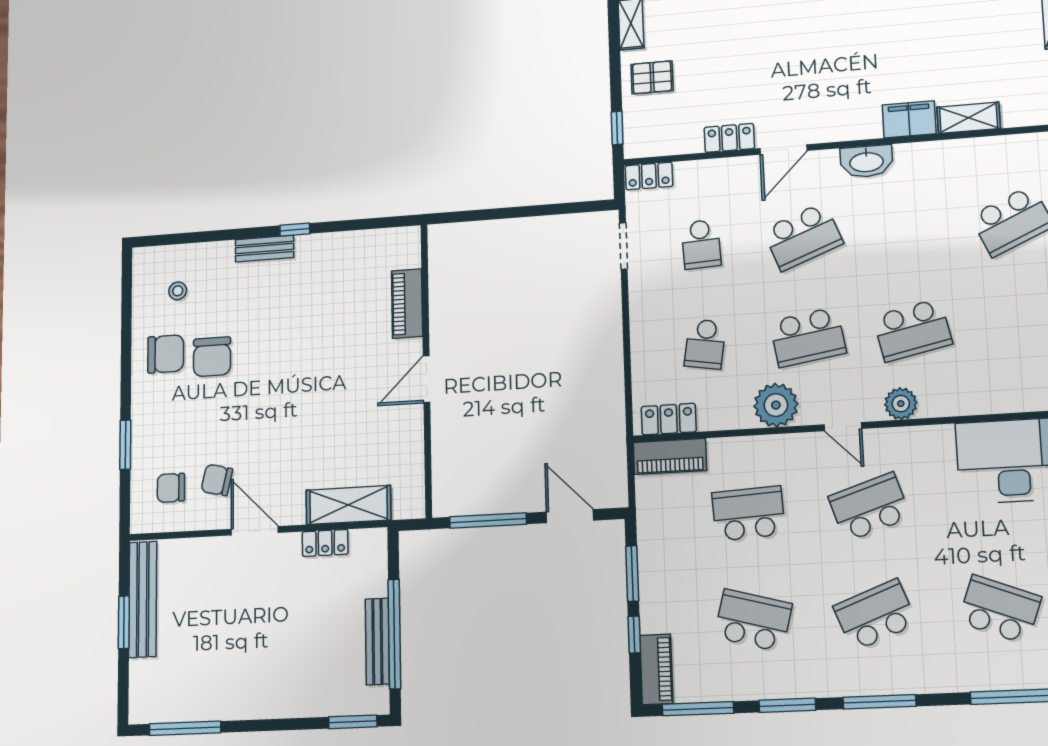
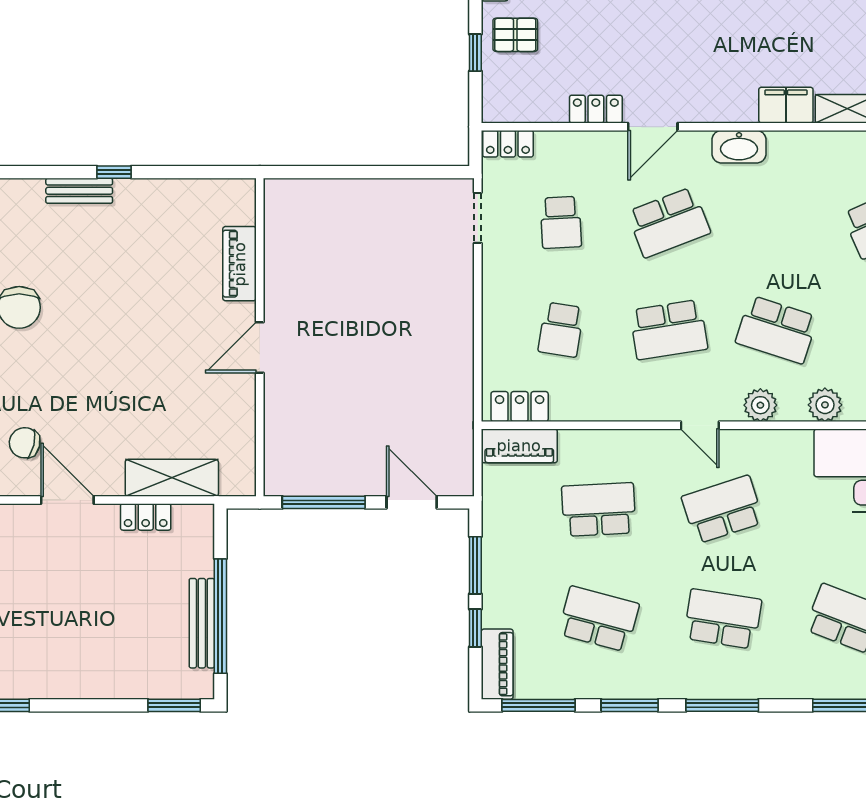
window: (617, 128) -> (475, 53), moved
school desk: (913, 330) -> (777, 330), turned 30
plant: (776, 405) -> (825, 405), moved, width x0.73, depth x0.73
school desk: (875, 615) -> (723, 619), turned 30

